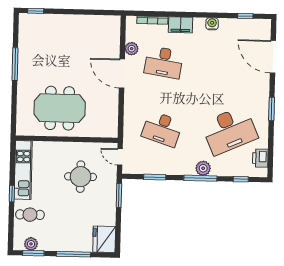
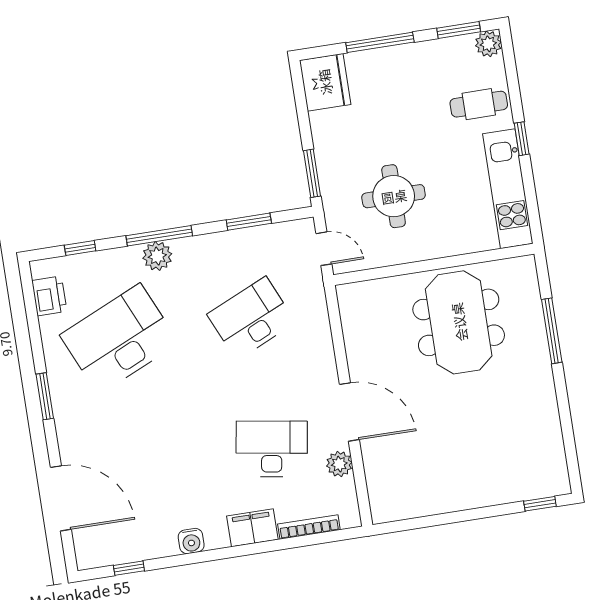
window: (15, 64) -> (552, 331), moved
meeting table: (60, 108) -> (459, 322), turned 90
desk: (162, 129) -> (251, 318), turned -42
plant: (31, 244) -> (488, 44), moved

